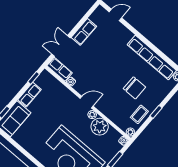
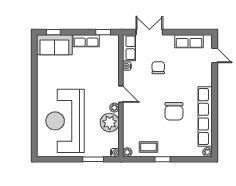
row of seats: (84, 32) -> (189, 41), moved
chair: (91, 61) -> (158, 68), added
chair: (134, 88) -> (174, 111), moved

